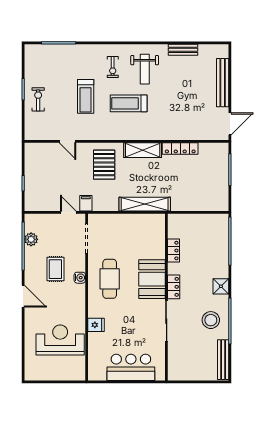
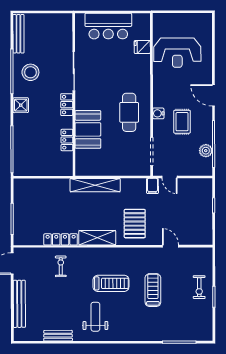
exercise bike: (113, 67) -> (61, 266), moved
booth: (152, 279) -> (88, 129), moved
fridge: (96, 325) -> (142, 47), moved

